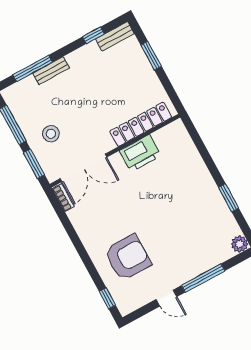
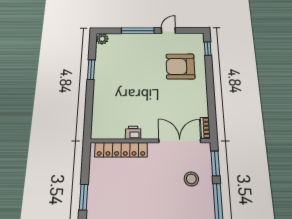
printer: (140, 153) -> (133, 133), width x0.53, depth x0.68
door: (166, 298) -> (168, 30), hinge flipped

